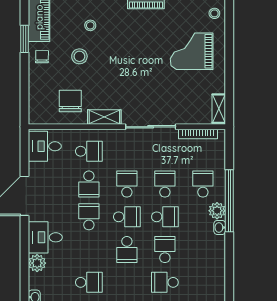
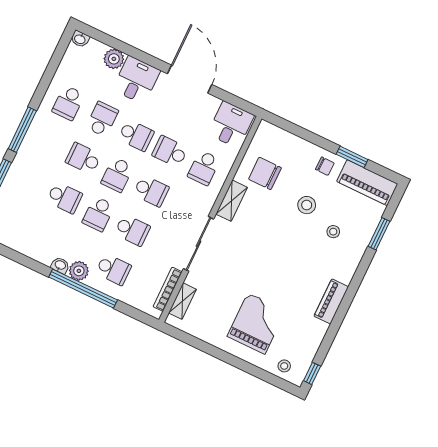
chair: (70, 101) -> (265, 173), turned 180
shelving: (219, 109) -> (182, 301), moved, turned 90
school desk: (165, 282) -> (102, 119), moved

